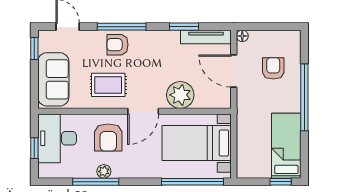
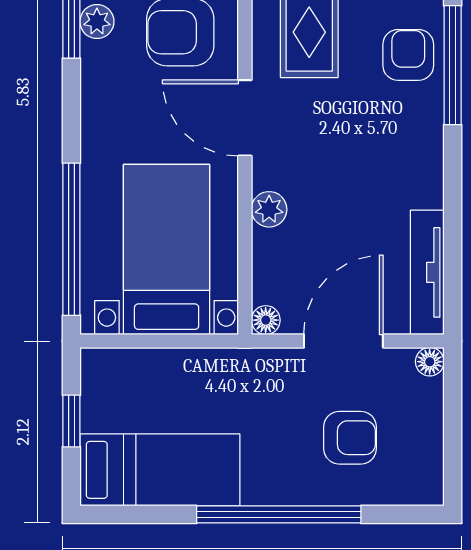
window: (184, 27) -> (453, 219), removed
plant: (180, 95) -> (269, 209), width x0.53, depth x0.53
floor lamp: (225, 103) -> (266, 320), added
window: (281, 182) -> (71, 421), moved

